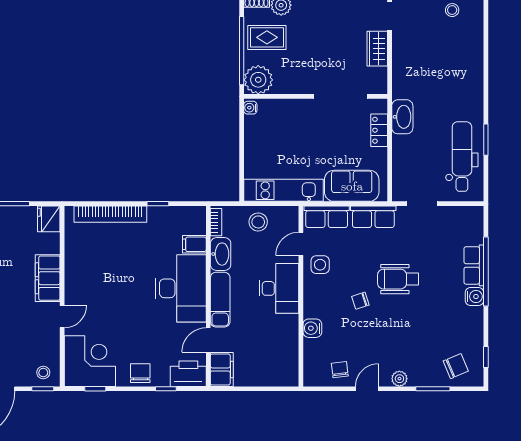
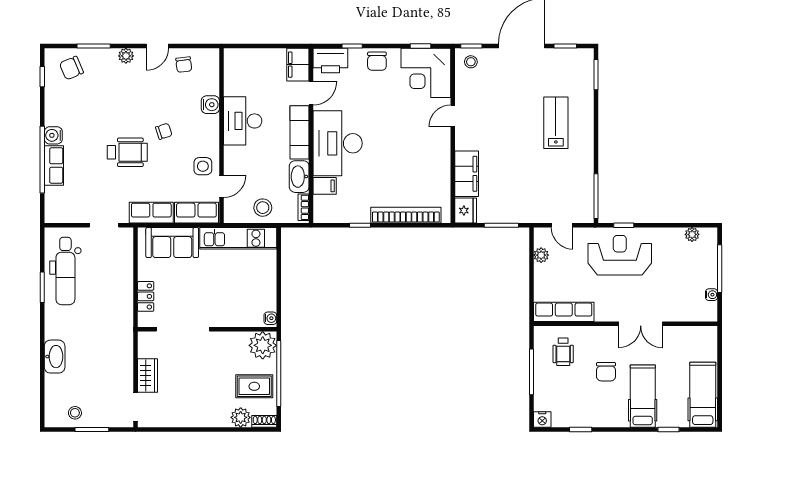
washbasin: (402, 117) -> (55, 357), moved, turned 180
filing cabinet: (48, 278) -> (467, 174), moved
desk: (279, 288) -> (243, 121), moved

